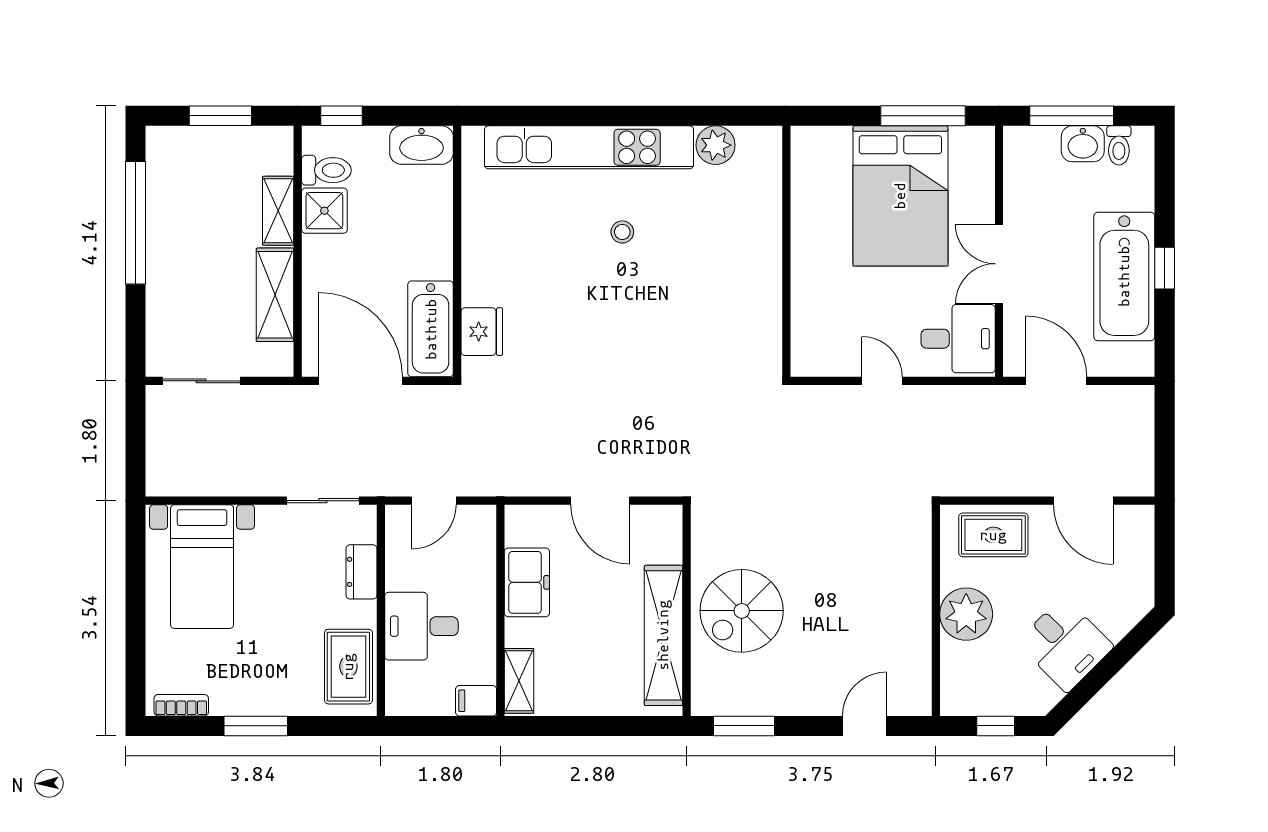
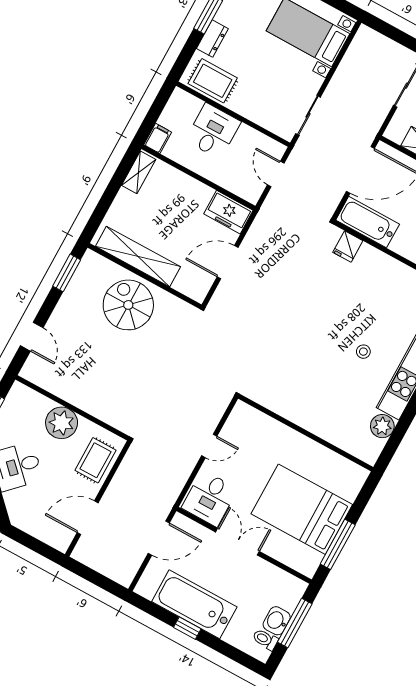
fridge: (482, 332) -> (348, 247), width x0.72
dresser: (361, 572) -> (212, 39), moved, turned 90
freezer: (527, 582) -> (228, 212), moved
shelving: (519, 681) -> (139, 172), moved, turned 90

